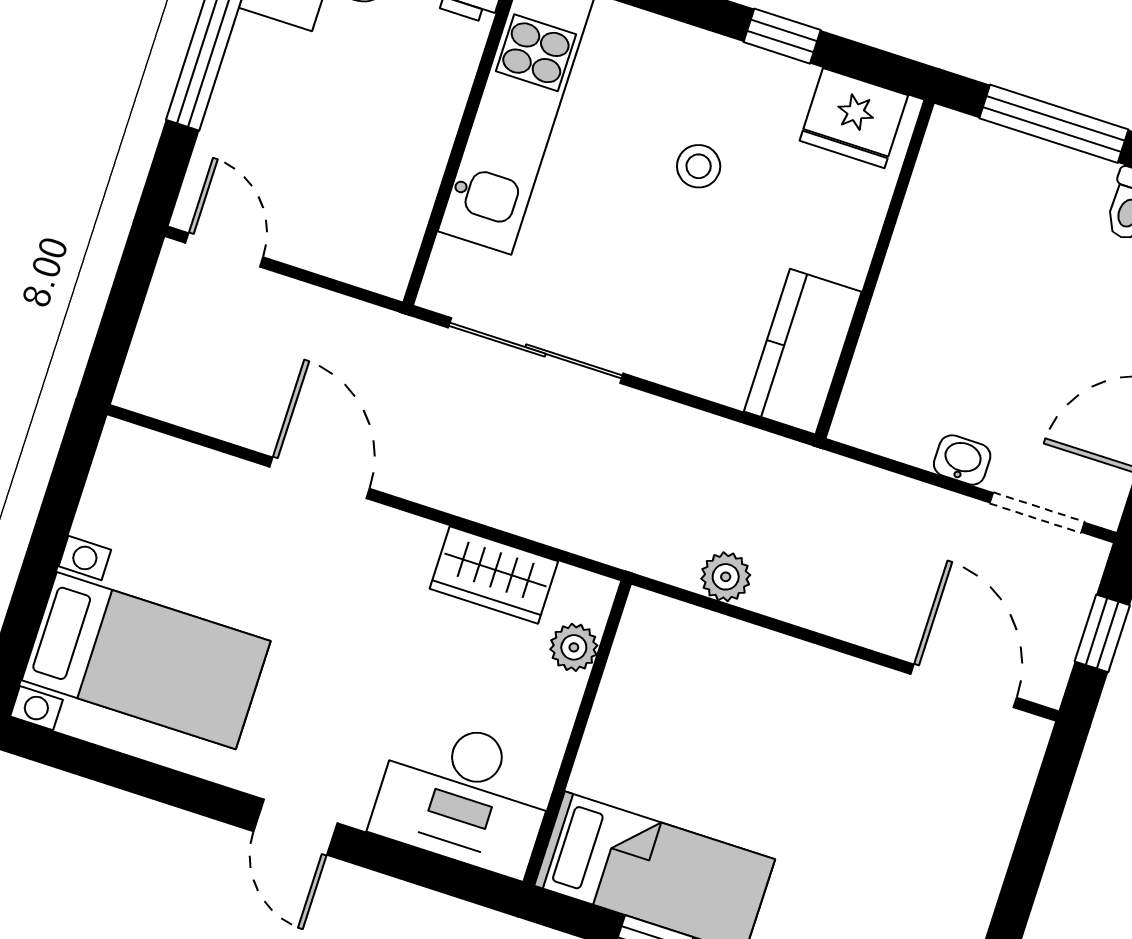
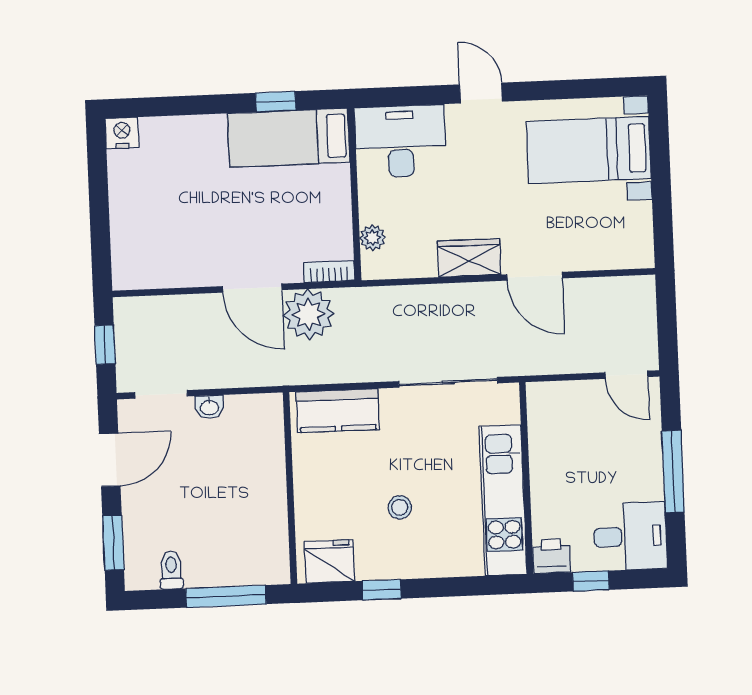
kitchen counter: (803, 352) -> (338, 411), moved, turned 90
wardrobe: (494, 575) -> (469, 258), moved
plant: (726, 577) -> (309, 314), width x1.87, depth x1.87
bookcase: (670, 617) -> (329, 272), added
door: (964, 686) -> (252, 288), moved

